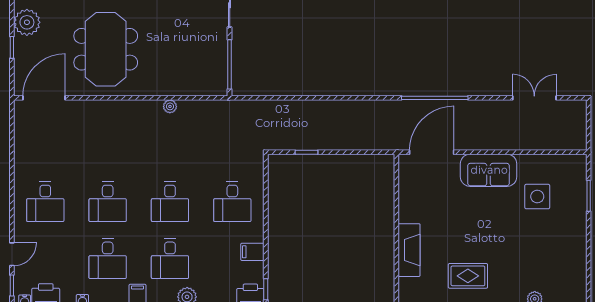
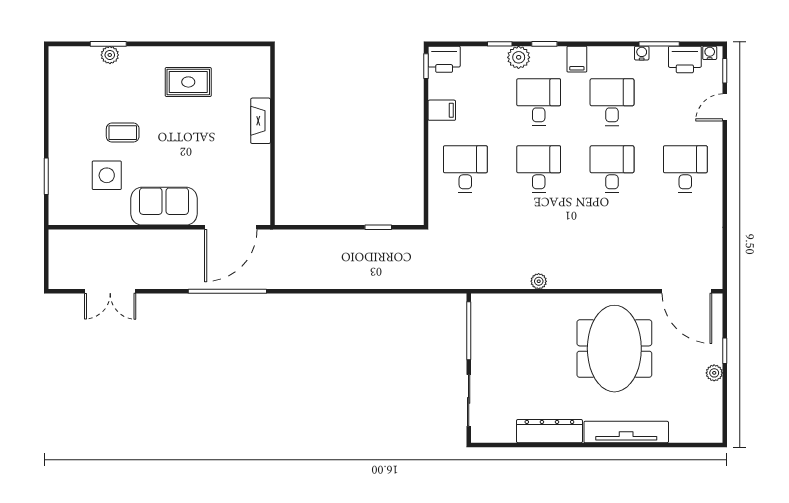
plant: (27, 22) -> (714, 373), width x0.53, depth x0.53
door: (44, 98) -> (687, 291), hinge flipped
coffee table: (524, 233) -> (123, 133), added
fireplace: (409, 250) -> (261, 121), width x0.73, depth x0.76

